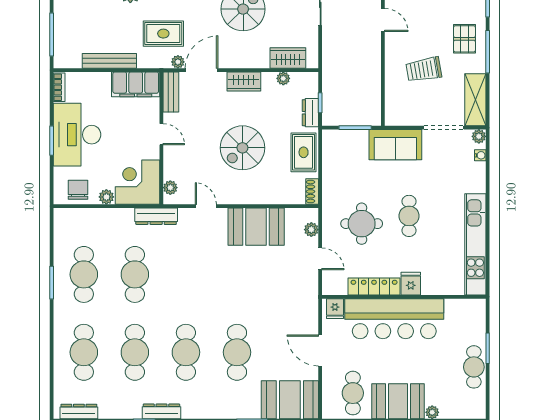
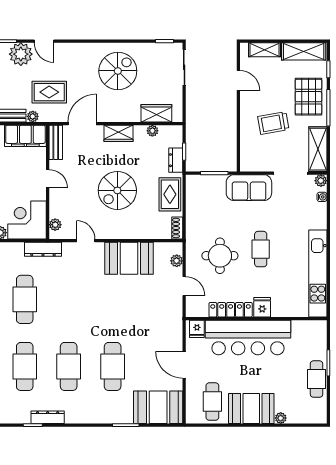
pallet: (464, 39) -> (308, 97), width x1.50, depth x1.42
plant: (178, 62) -> (33, 116), moved

